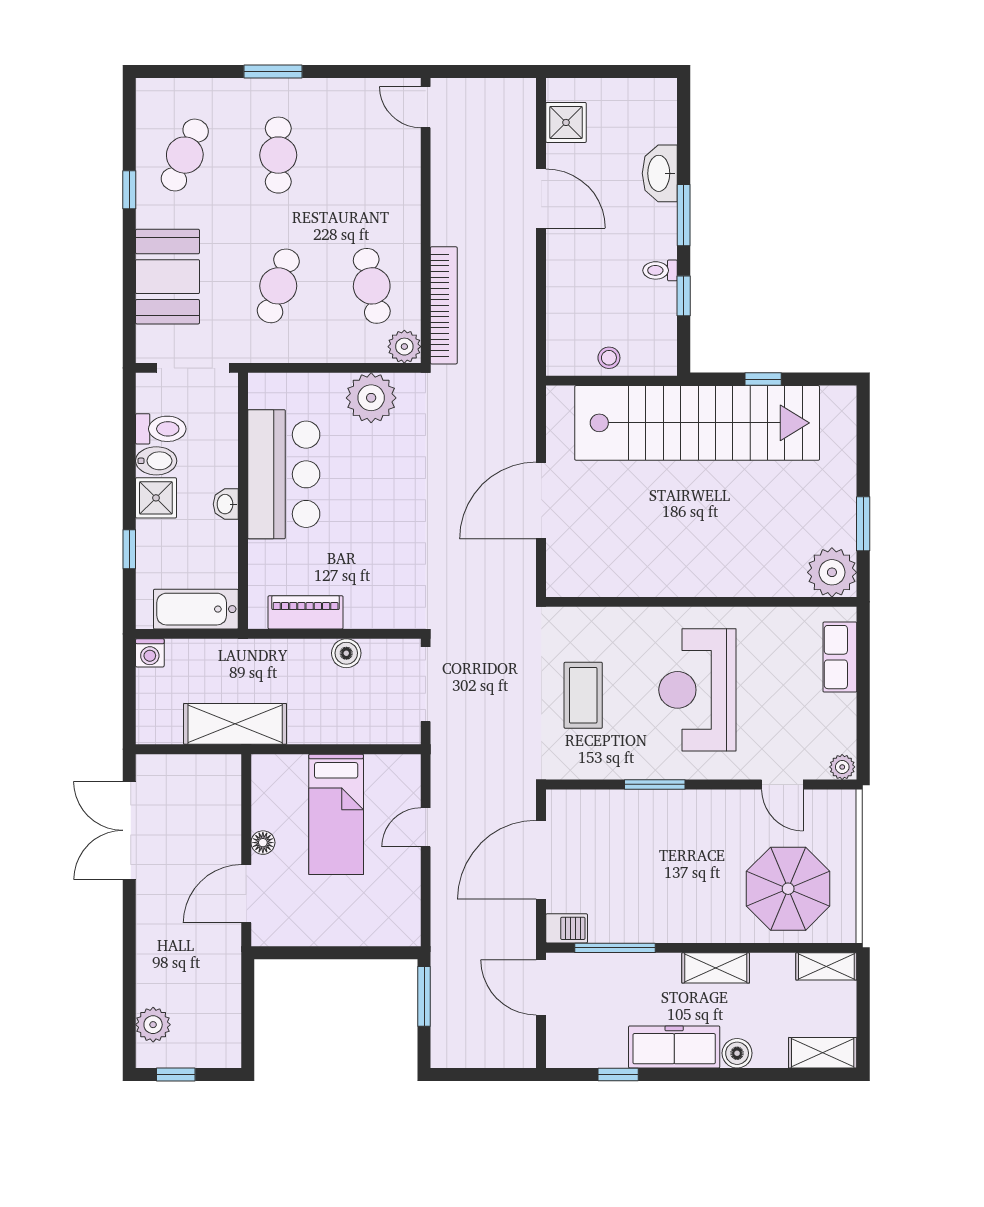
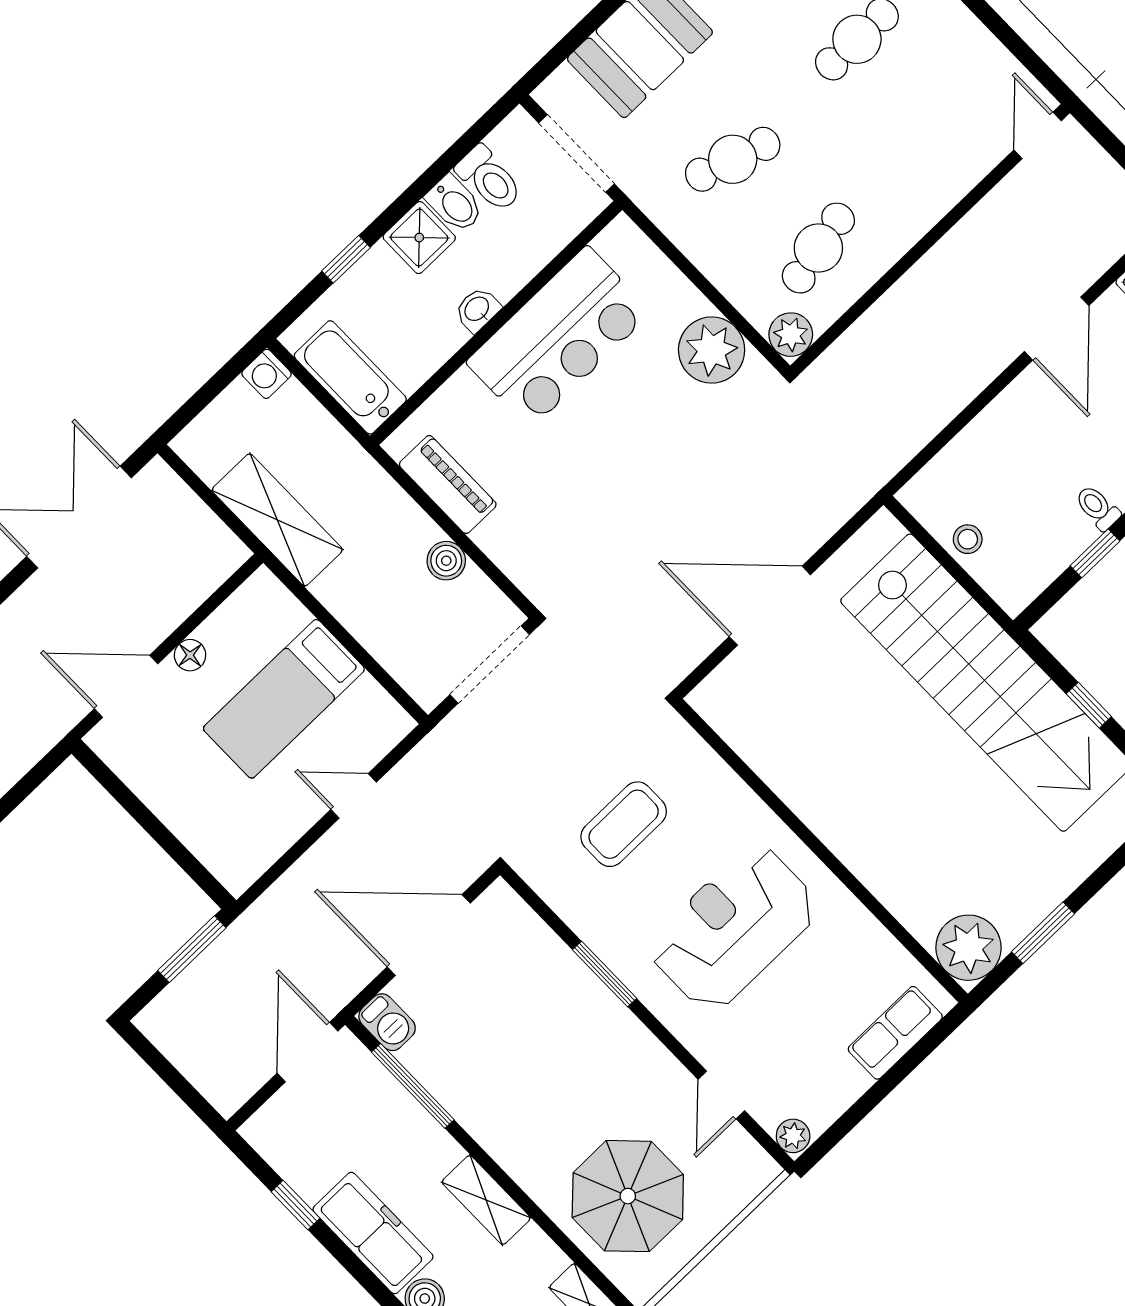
bookcase: (444, 305) -> (866, 334), removed

